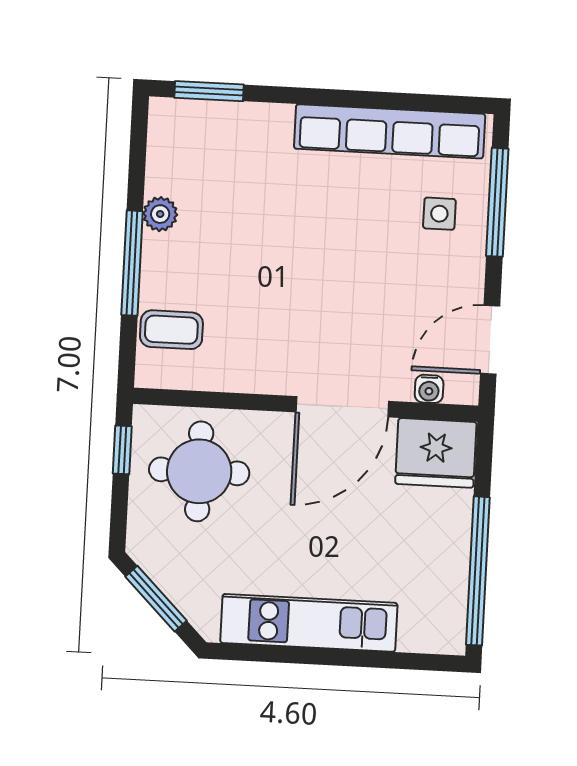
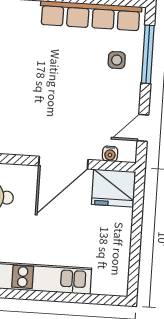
door: (490, 340) -> (143, 128), width x0.73
window: (478, 571) -> (135, 251), removed

